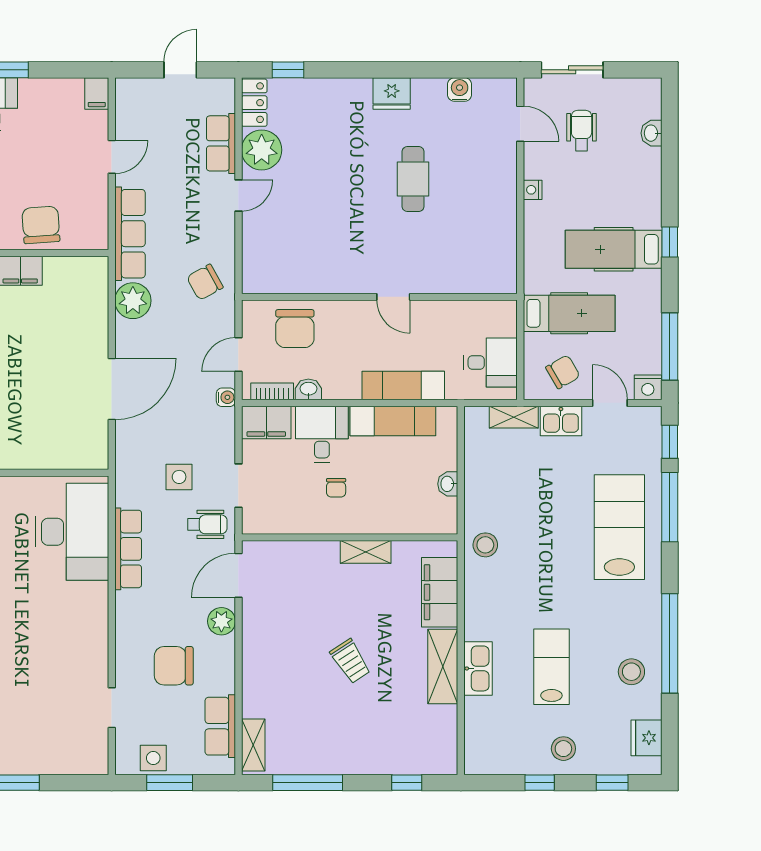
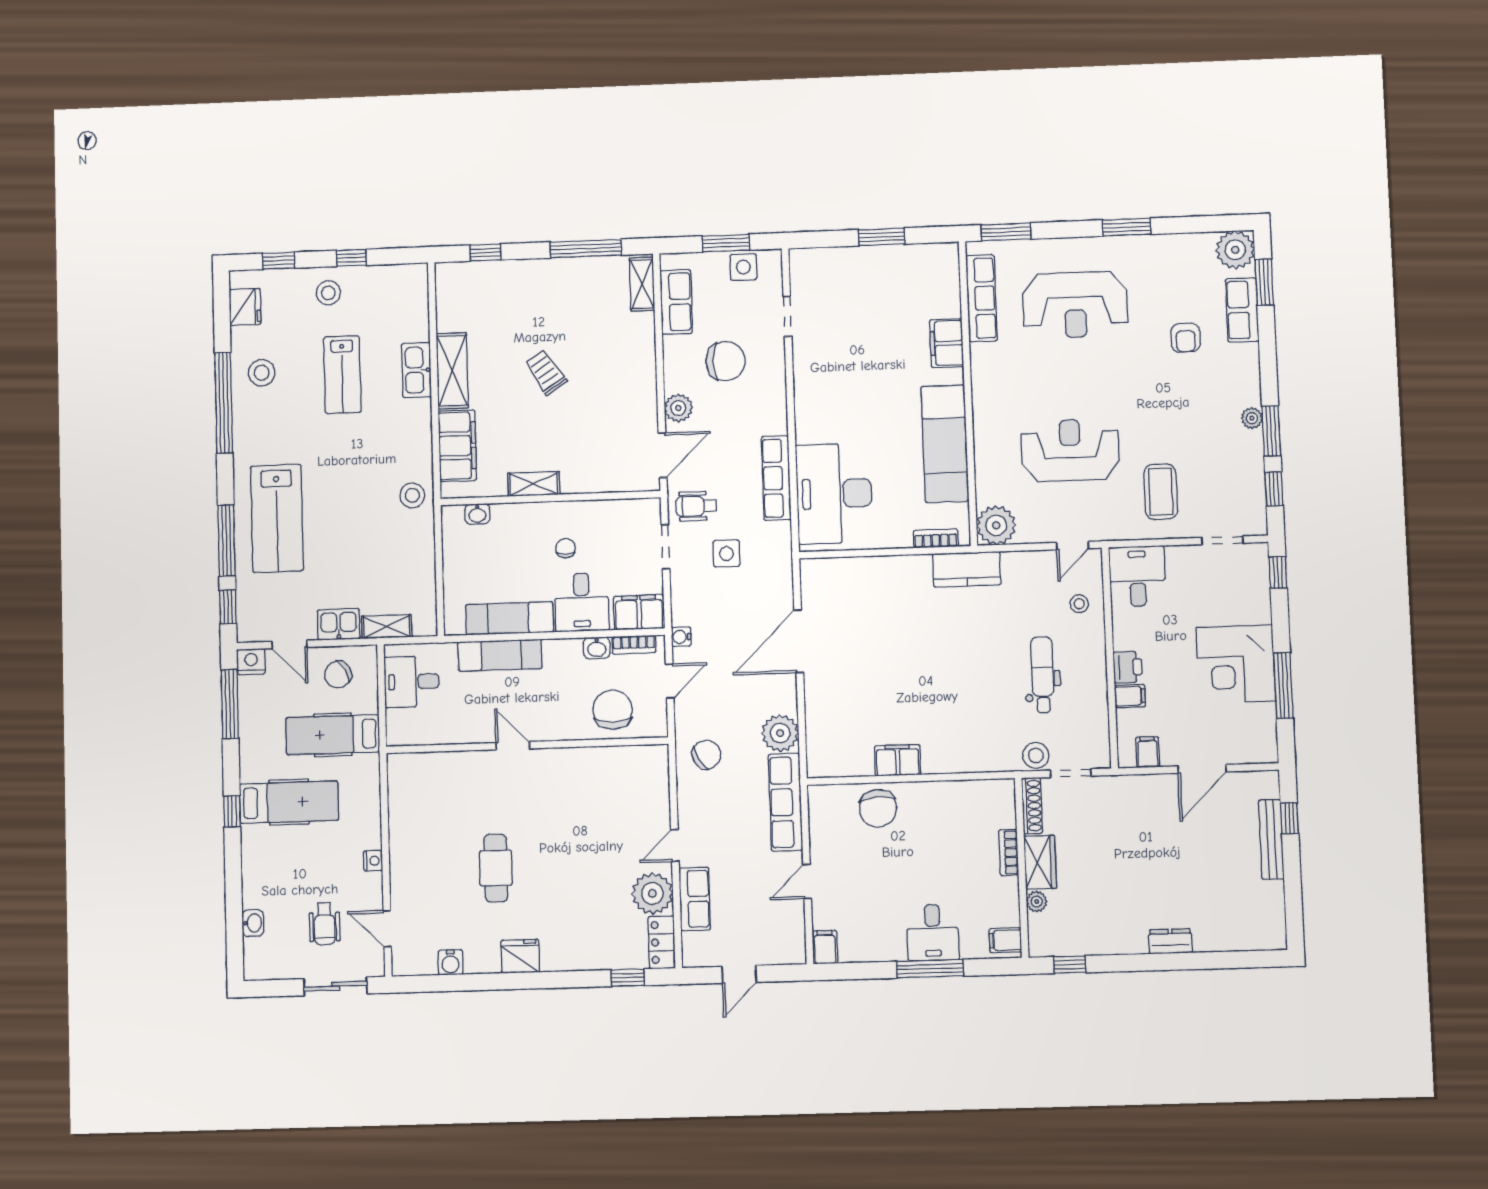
washbasin: (448, 484) -> (477, 514), moved, turned 90

